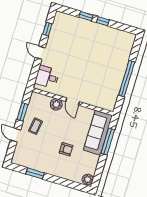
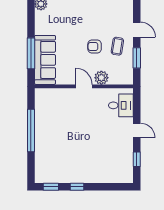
window: (86, 16) -> (51, 187), moved
armchair: (66, 149) -> (95, 47), moved

